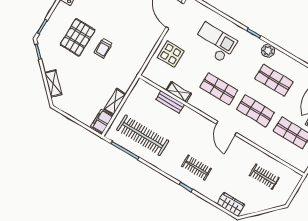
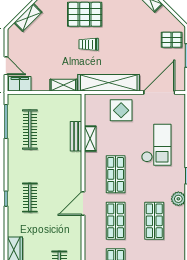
shelving: (143, 51) -> (109, 83), added
shelving: (115, 102) -> (63, 85), moved
door: (81, 124) -> (6, 66), added
clothes rail: (143, 135) -> (30, 130), width x0.73, depth x0.76

